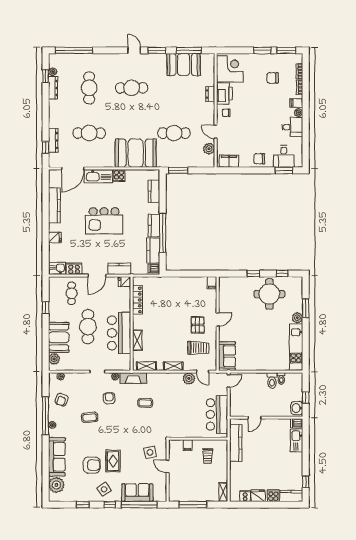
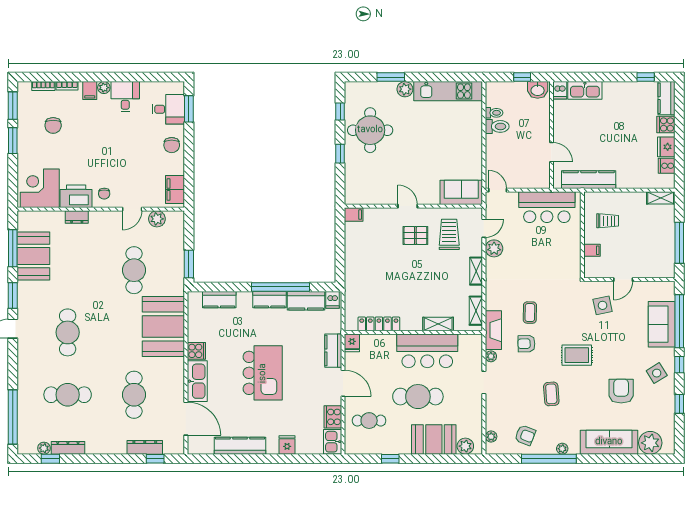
armchair: (109, 398) -> (526, 344), moved
rug: (113, 461) -> (577, 355), moved

